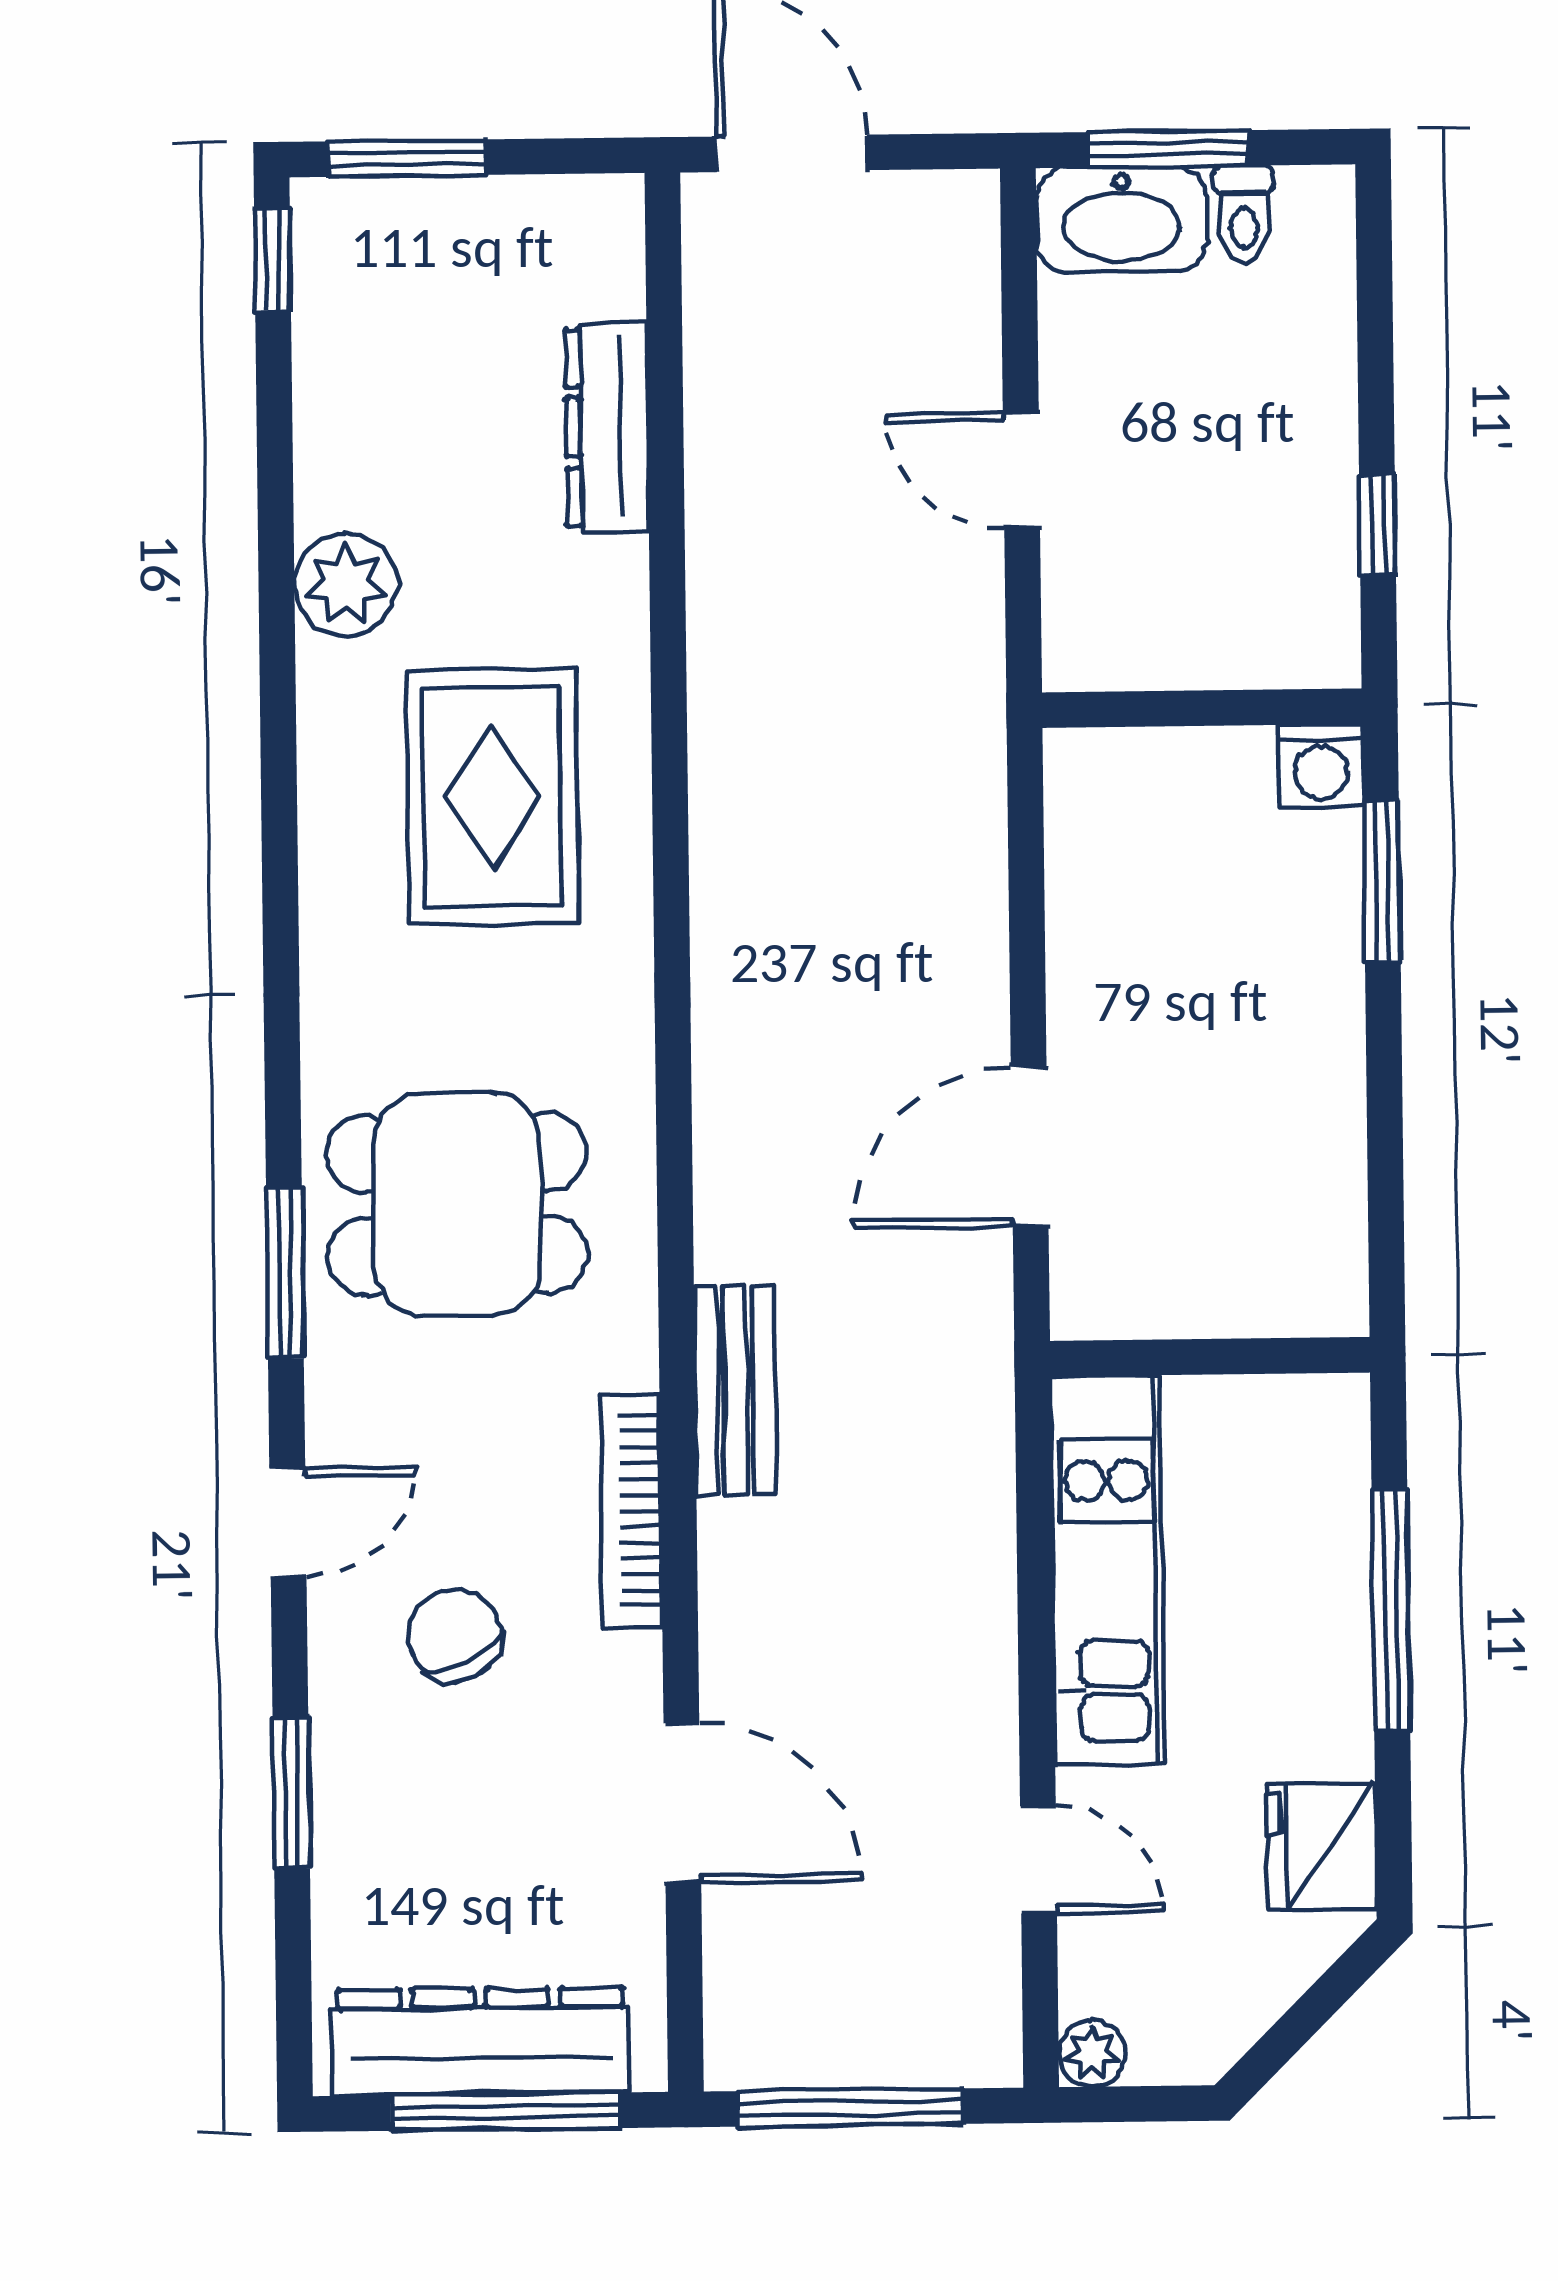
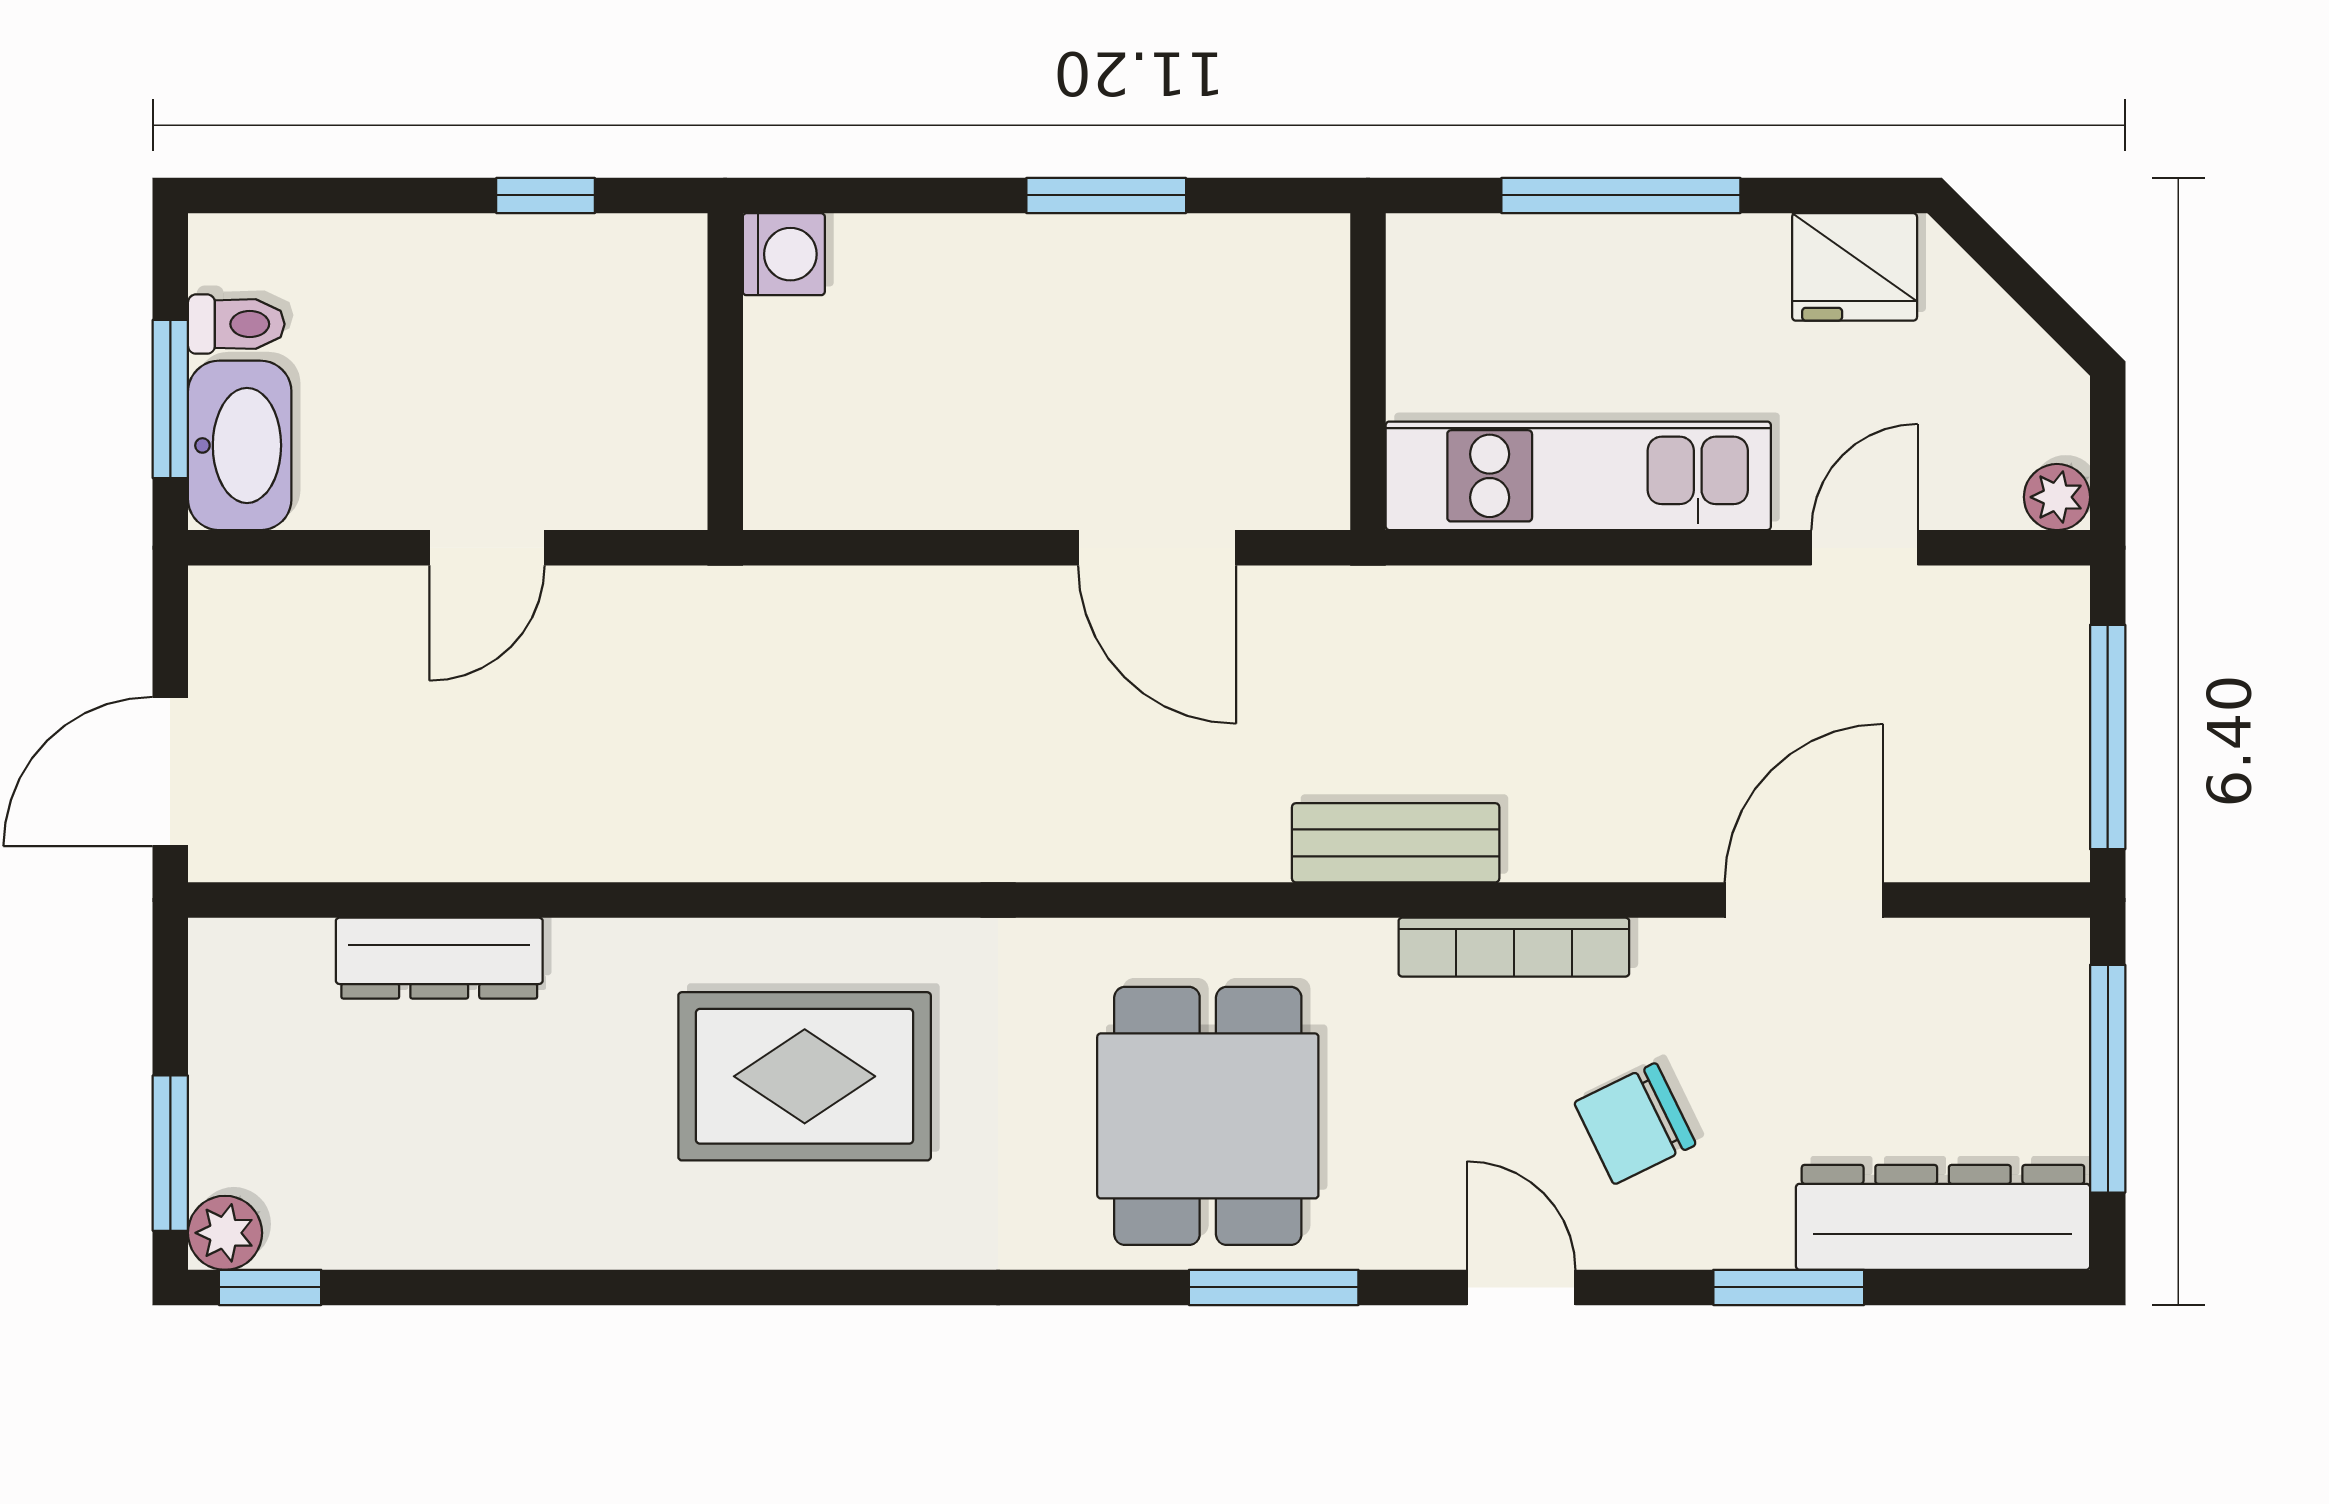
plant: (346, 585) -> (225, 1233), moved, width x0.73, depth x0.73
window: (1382, 881) -> (1106, 195), moved
dresser: (481, 2041) -> (1943, 1217), moved, turned 90

